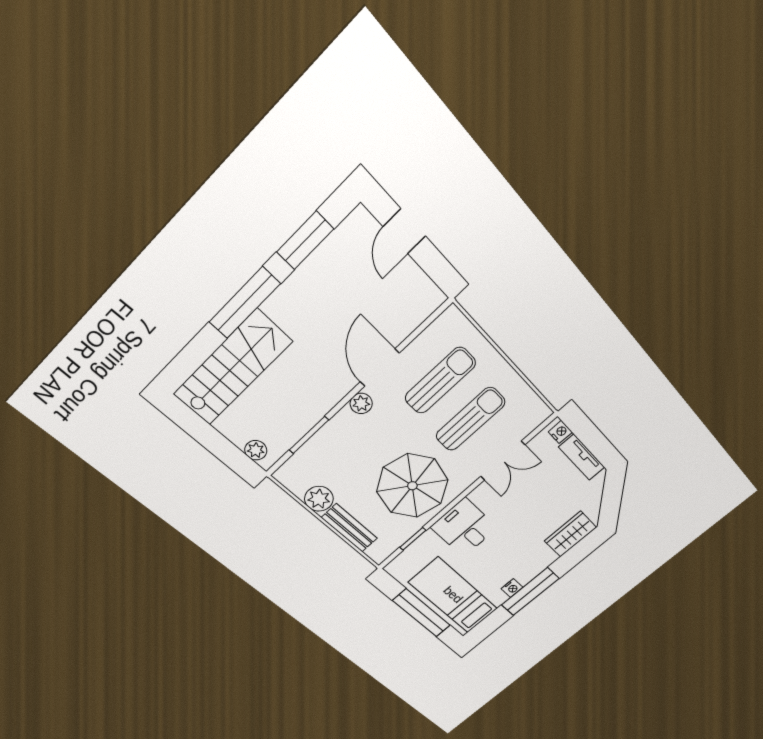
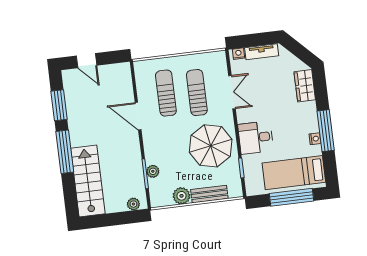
plant: (361, 403) -> (153, 171), moved

